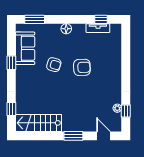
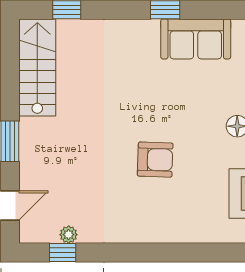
armchair: (54, 65) -> (161, 100), removed
armchair: (82, 67) -> (155, 160), turned -86

